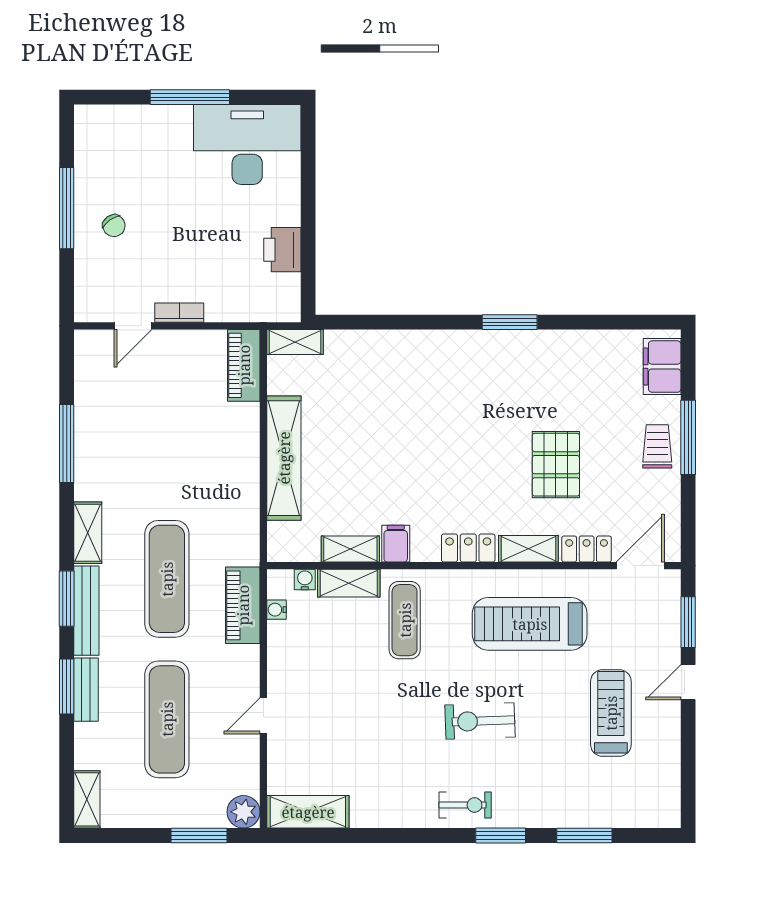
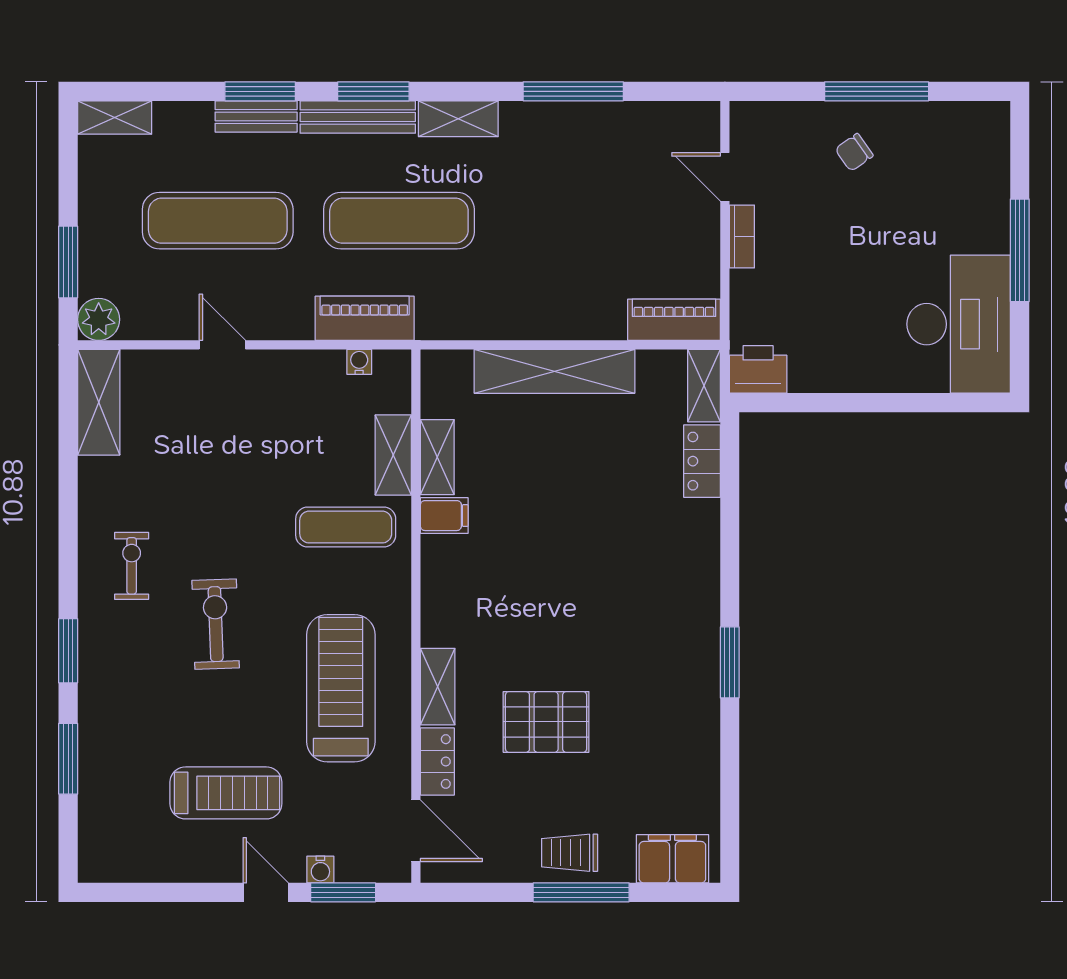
printer: (282, 250) -> (758, 369), moved
trolley: (657, 446) -> (570, 853), turned 180
locker: (468, 548) -> (702, 461), moved, turned 180
water cooler: (305, 580) -> (320, 870), moved, turned 90
exercise bike: (465, 805) -> (132, 566), moved, turned 180

